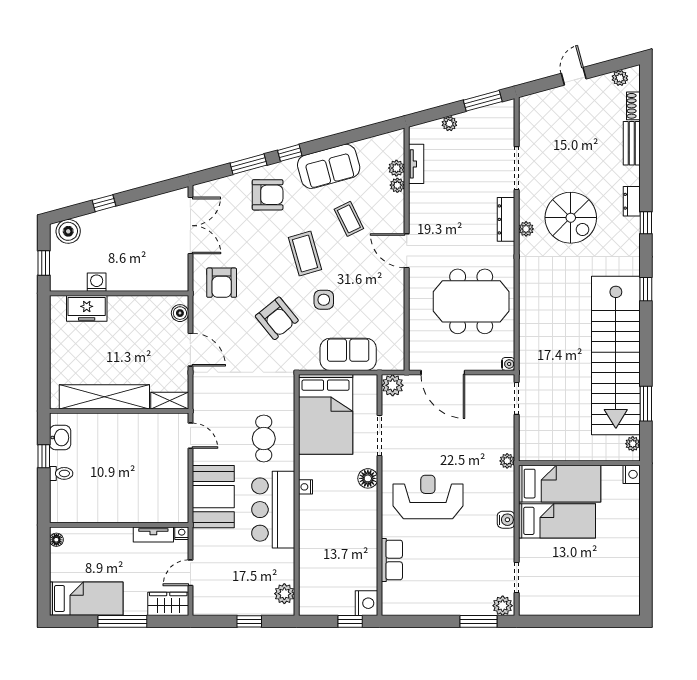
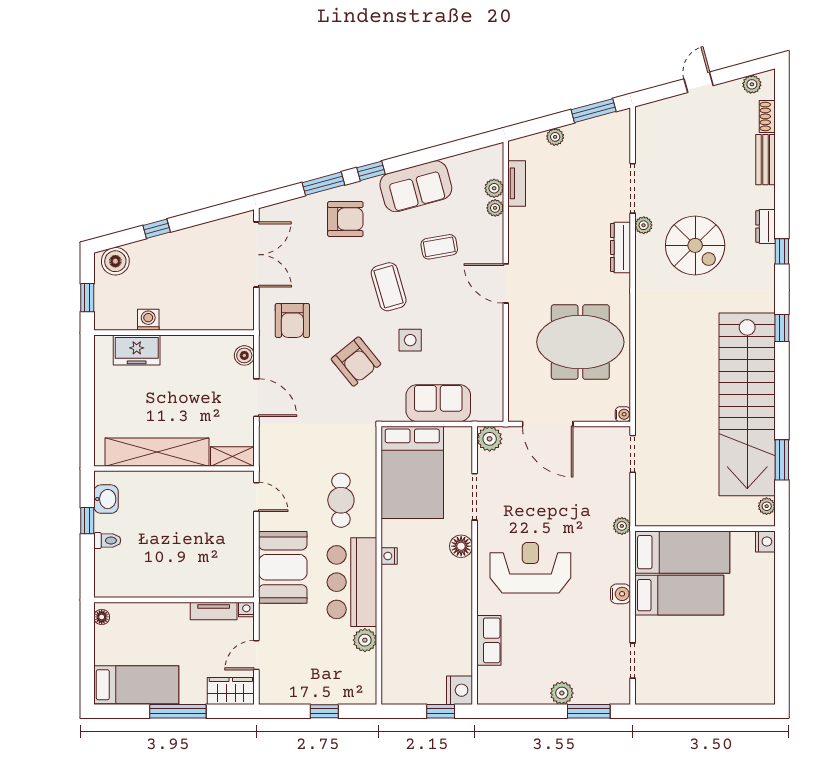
coffee table: (349, 219) -> (439, 247), turned -74
plant: (526, 229) -> (644, 225), moved
plant: (284, 594) -> (365, 640), moved
plant: (503, 606) -> (562, 693), moved

